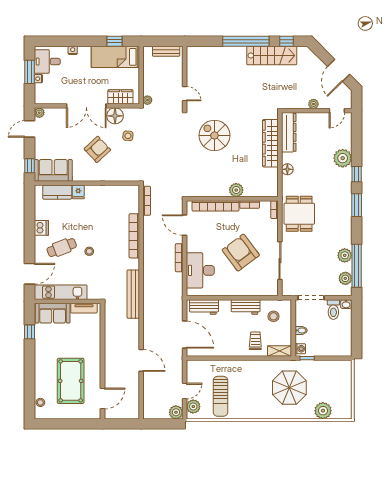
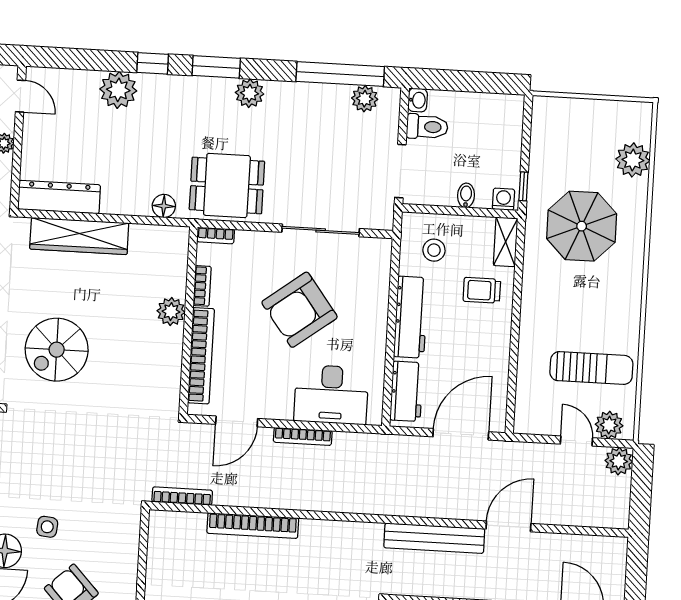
floor lamp: (287, 169) -> (164, 206), moved
plant: (345, 255) -> (250, 93), moved
bench: (133, 294) -> (434, 538), moved
workbench: (246, 307) -> (411, 317), width x1.38

